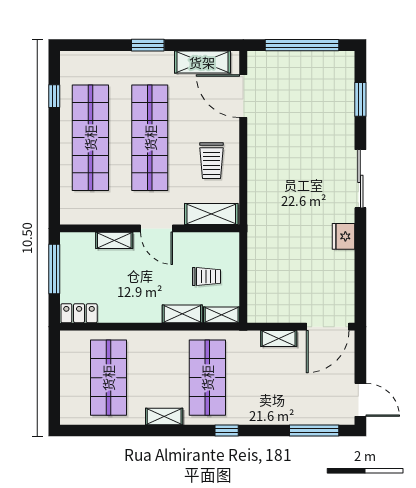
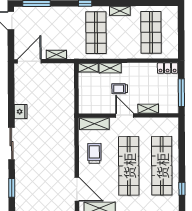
trolley: (206, 276) -> (120, 89), moved

